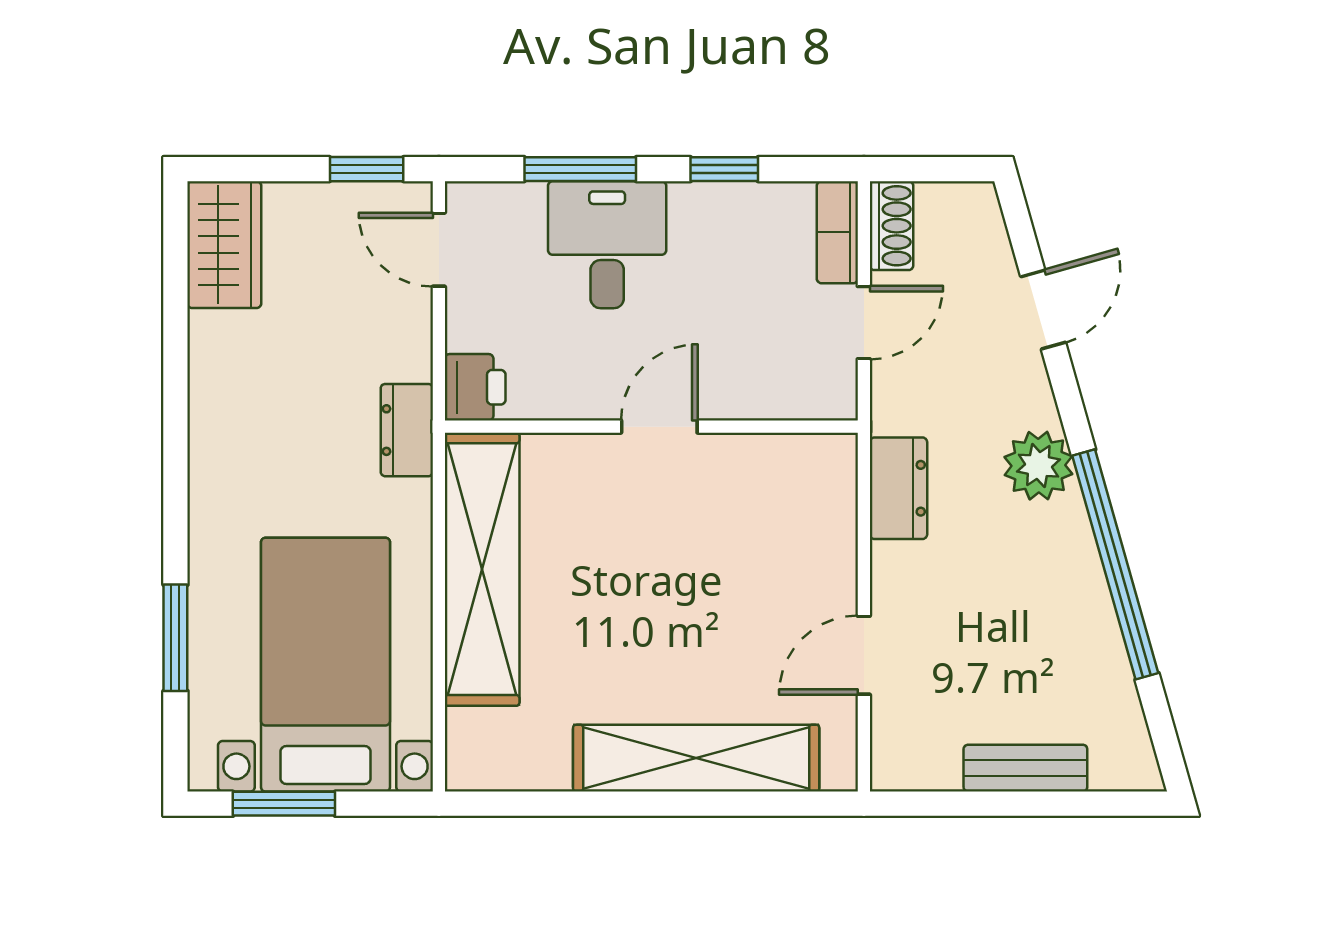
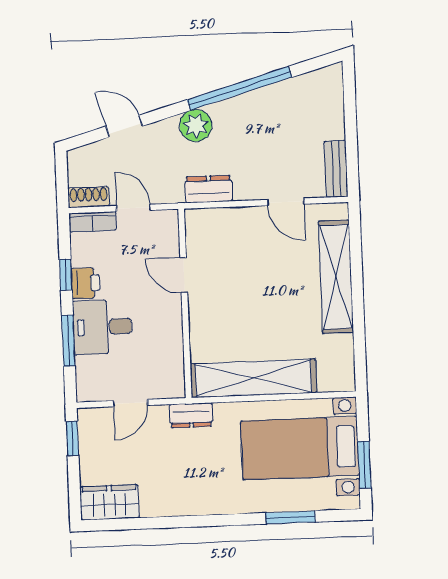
door: (439, 250) -> (130, 403), moved
printer: (475, 387) -> (85, 283), moved, turned 90
door: (659, 427) -> (184, 275), moved
bench: (1025, 768) -> (336, 169), moved

